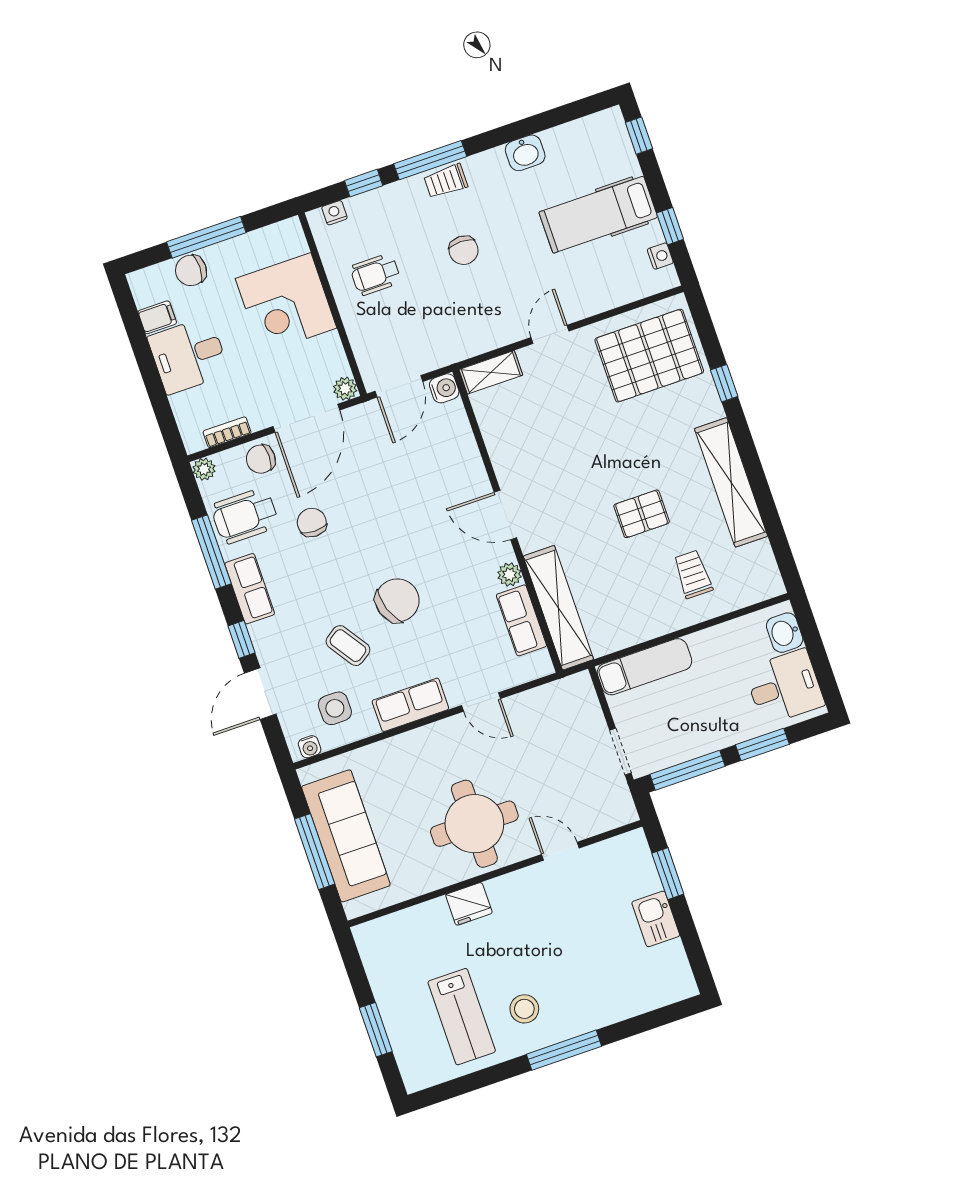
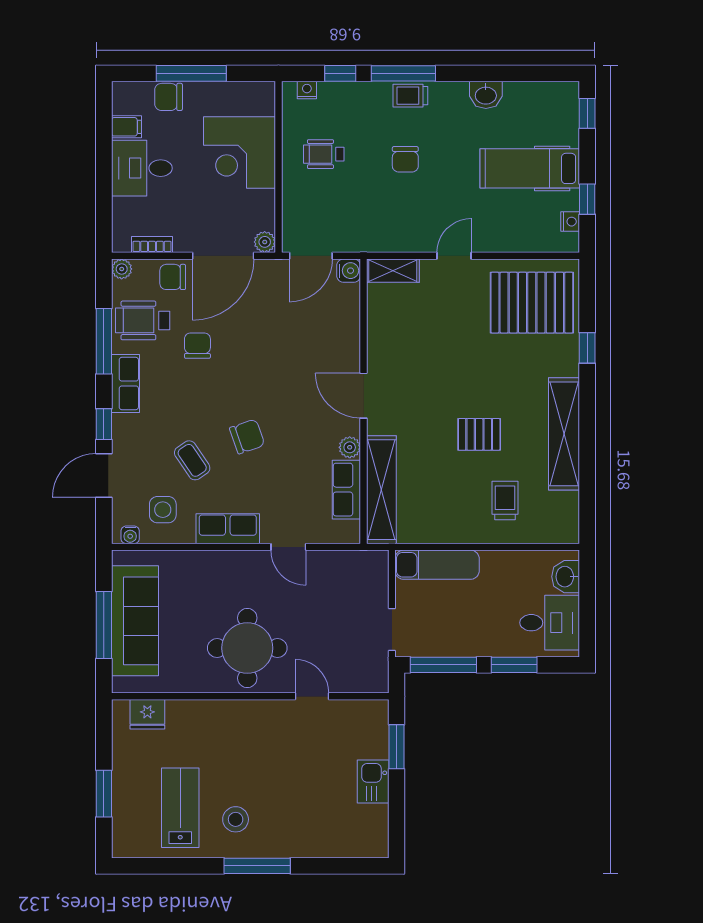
chair: (397, 600) -> (247, 436), width x0.73, depth x0.73
fridge: (469, 904) -> (147, 714), moved
lab bench: (462, 1017) -> (180, 808), turned 180

